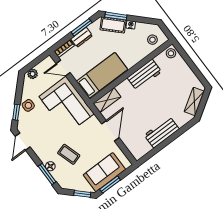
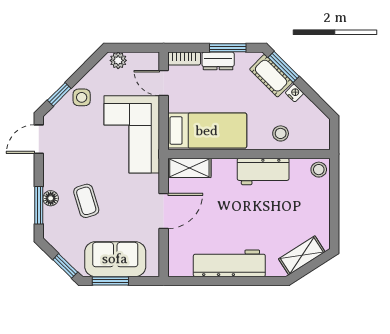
stool: (152, 40) -> (281, 133), moved
workbench: (162, 132) -> (229, 263), width x1.37

